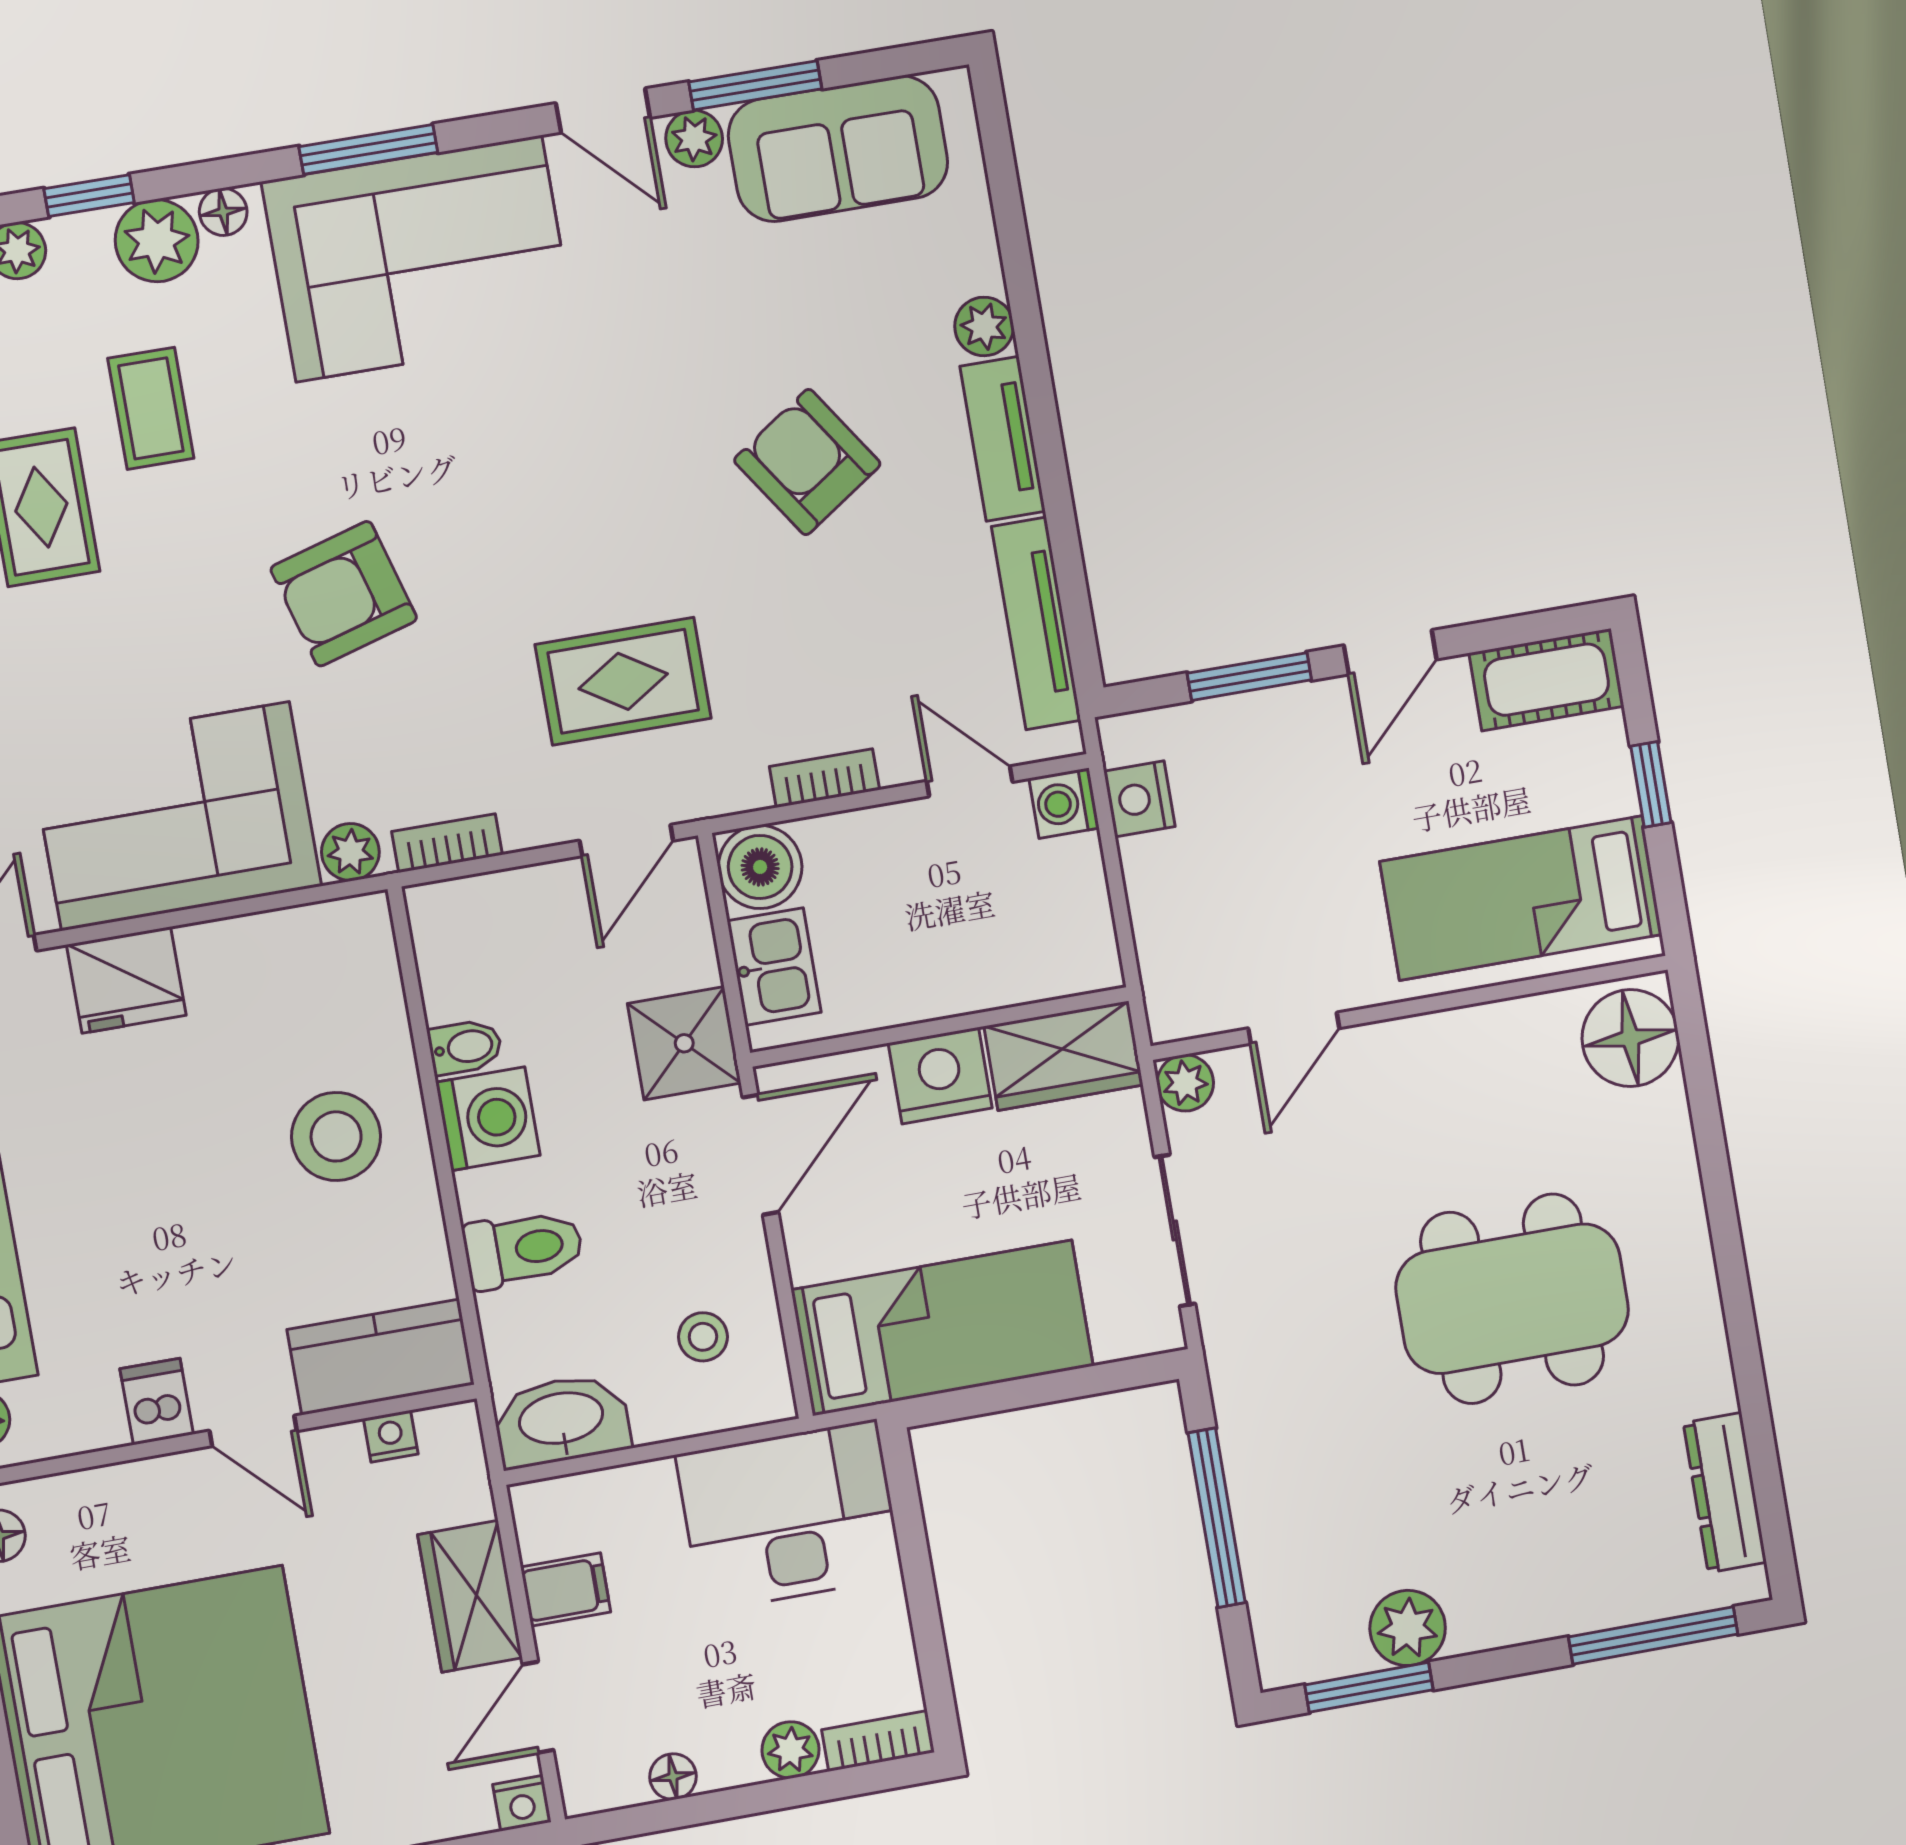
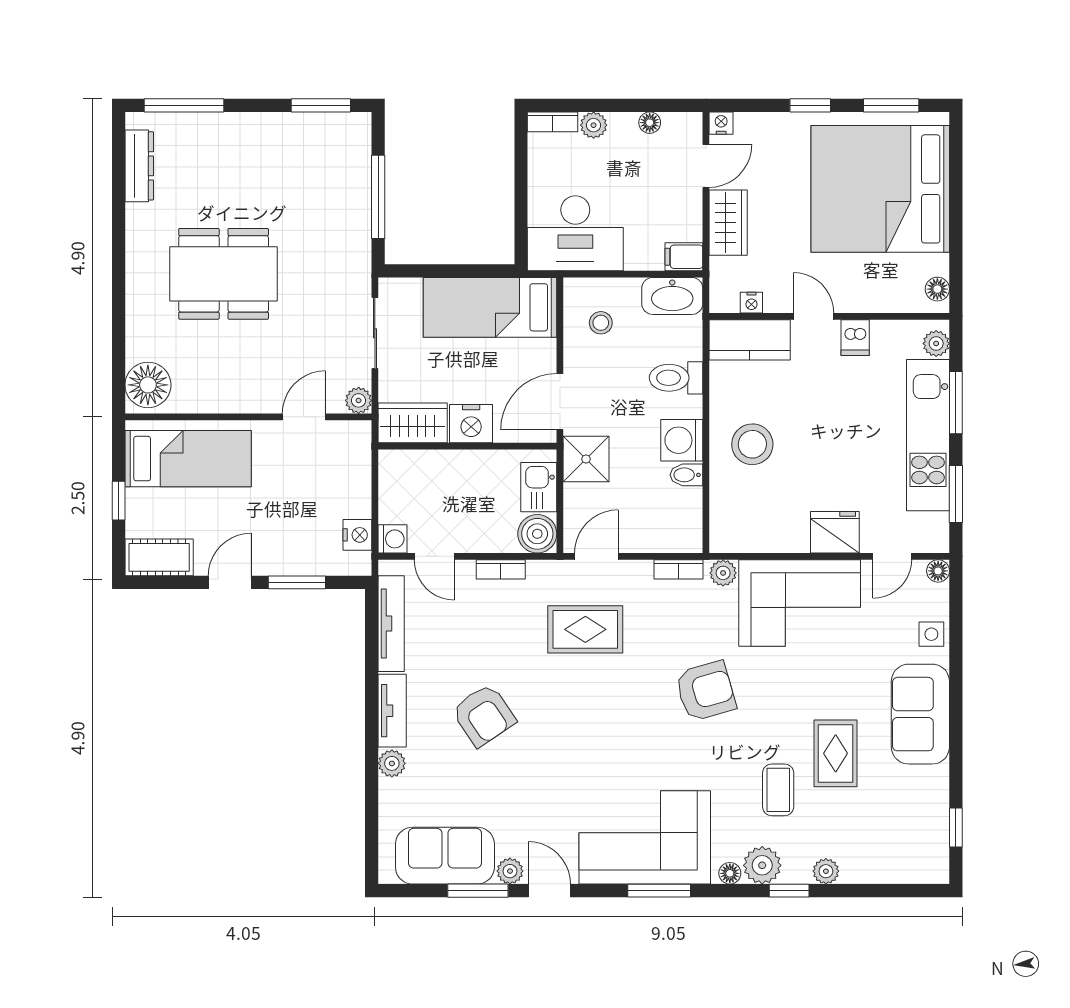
filing cabinet: (566, 1589) -> (684, 257), moved
plant: (1408, 1628) -> (298, 130), removed

